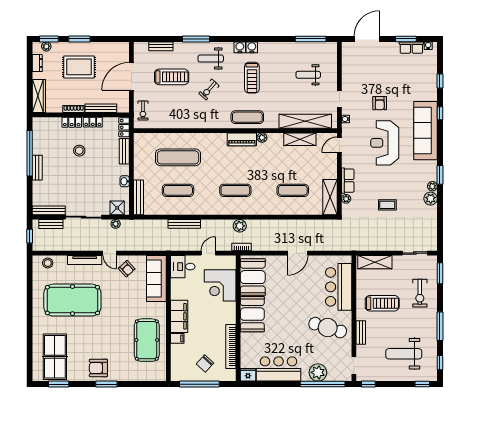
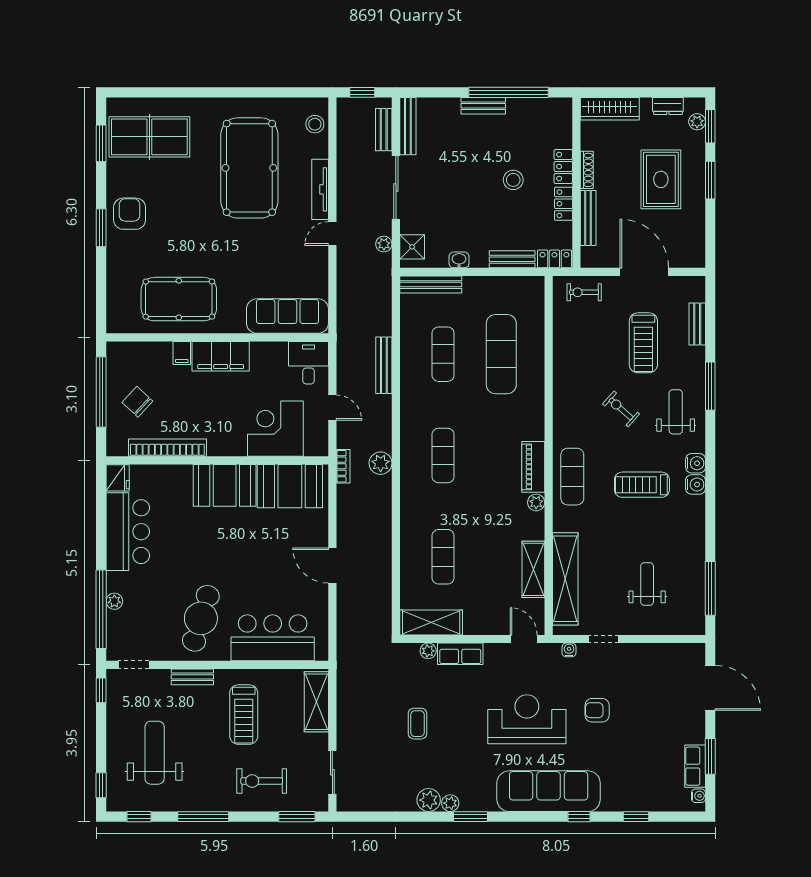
armchair: (127, 269) -> (305, 264), removed
plant: (318, 372) -> (114, 601), width x0.53, depth x0.53

